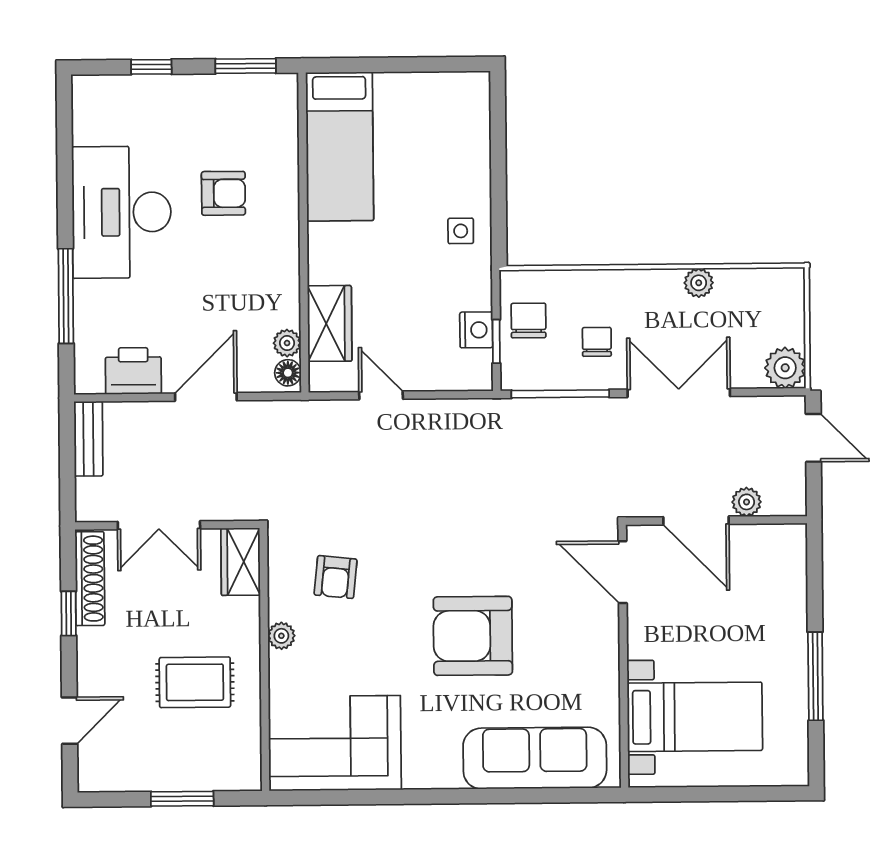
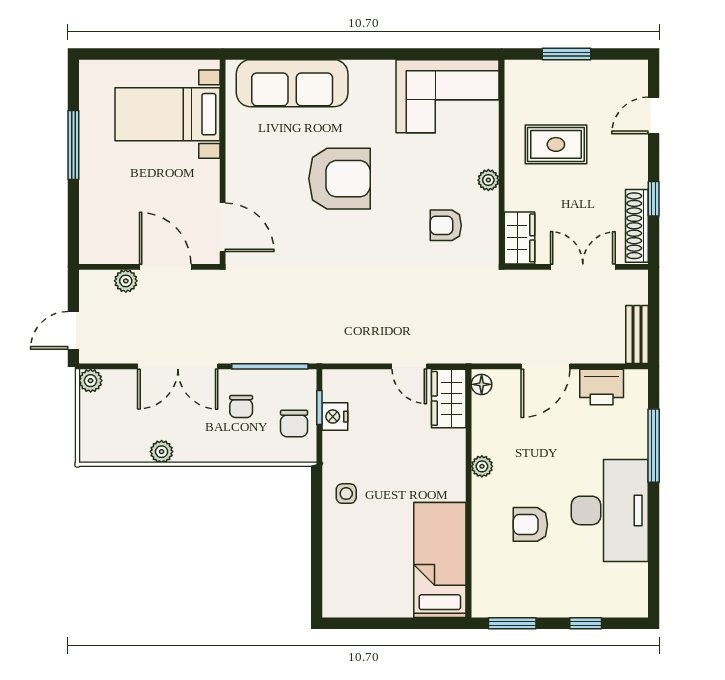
wardrobe: (330, 323) -> (449, 398), moved
plant: (287, 343) -> (482, 466), moved
plant: (785, 368) -> (91, 381), width x0.73, depth x0.73
door: (813, 438) -> (73, 330), hinge flipped
armchair: (336, 577) -> (446, 225), turned -96

